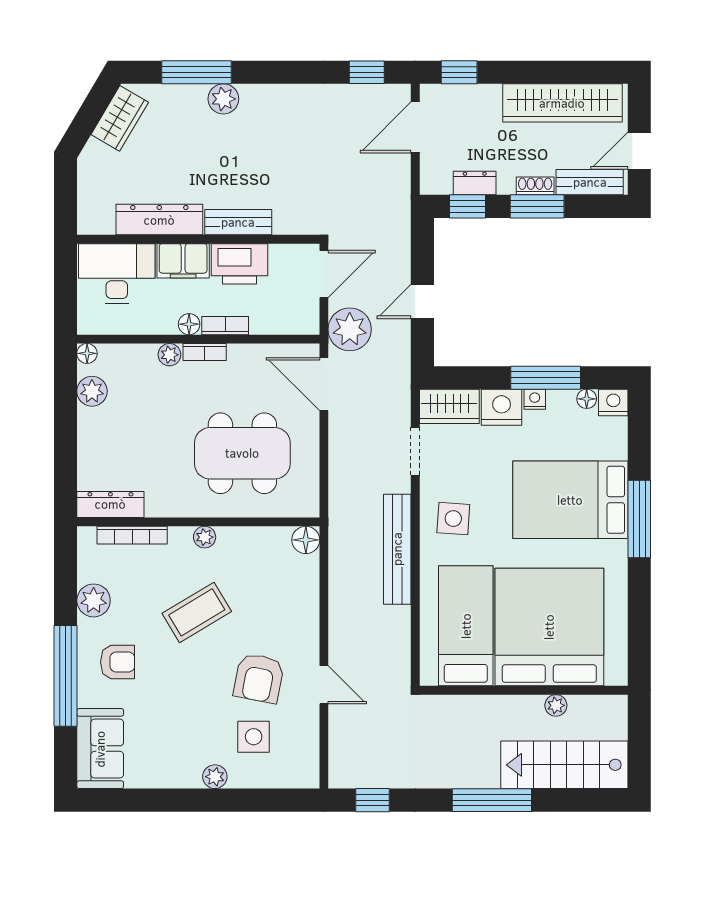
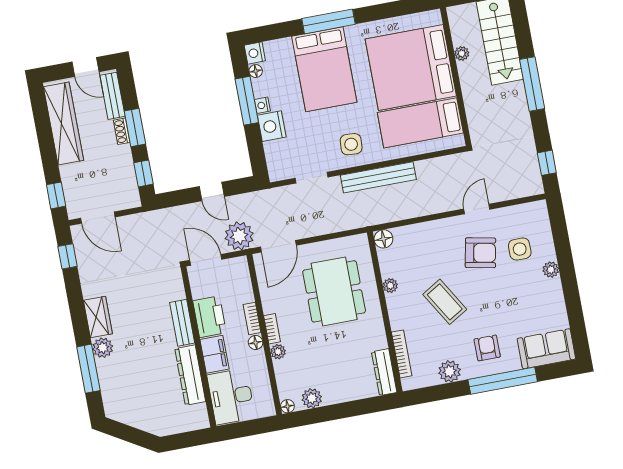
wardrobe: (120, 118) -> (98, 317), moved, turned 59
dresser: (475, 183) -> (127, 172), removed
wardrobe: (449, 406) -> (278, 161), removed
plant: (205, 537) -> (390, 286), moved

